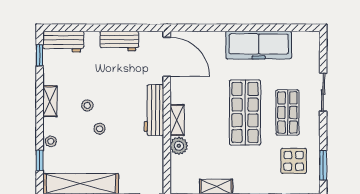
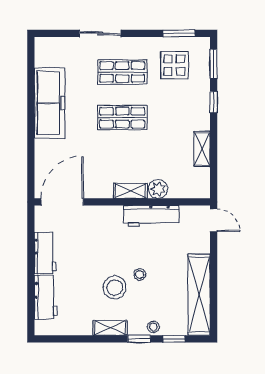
workbench: (63, 42) -> (46, 297), moved
window: (40, 55) -> (139, 339), moved
stool: (87, 105) -> (115, 288), width x1.89, depth x1.89
workbench: (154, 110) -> (151, 216), moved
shop shelf: (245, 112) -> (122, 118), width x0.70, depth x0.74

